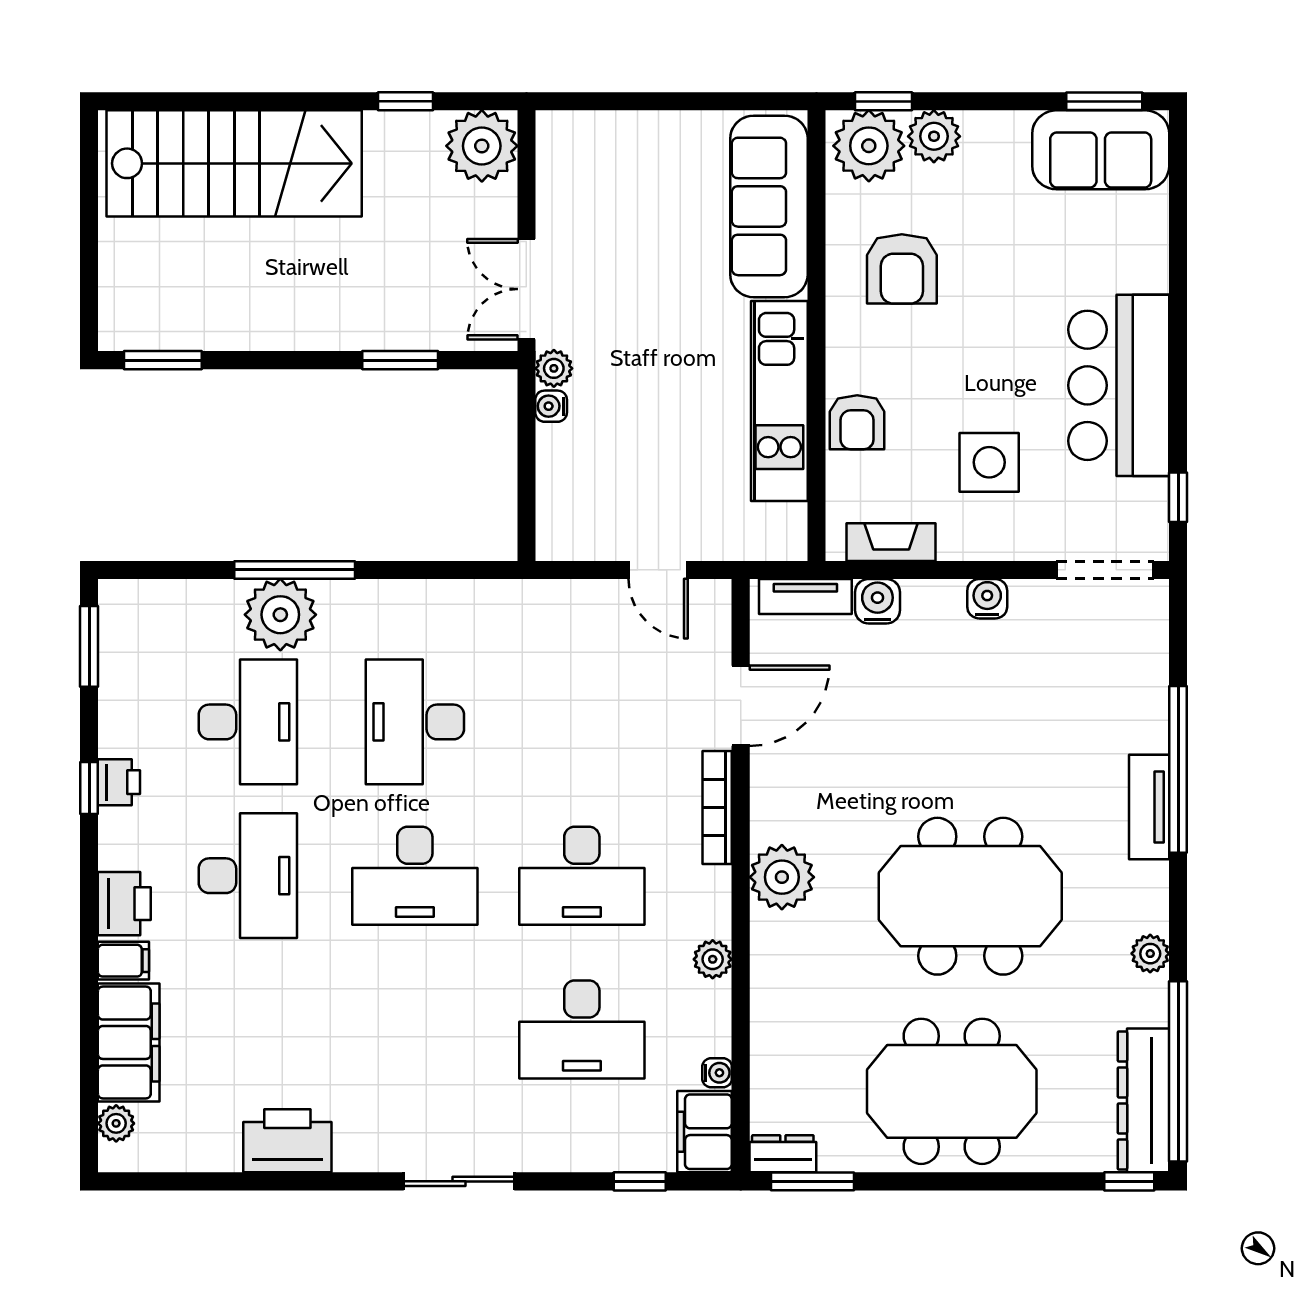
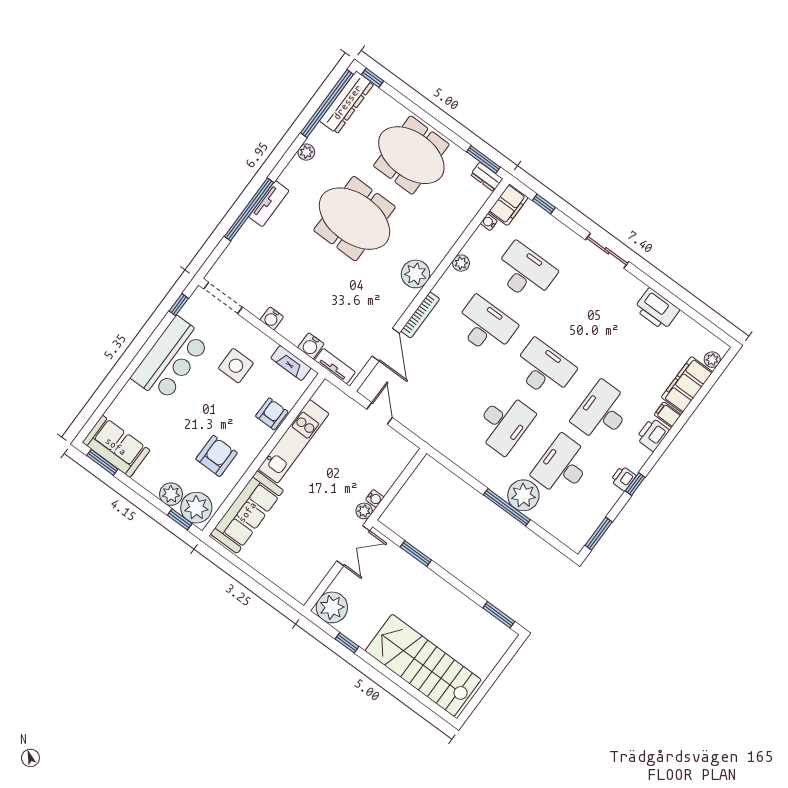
door: (741, 706) -> (386, 345), swing flipped

